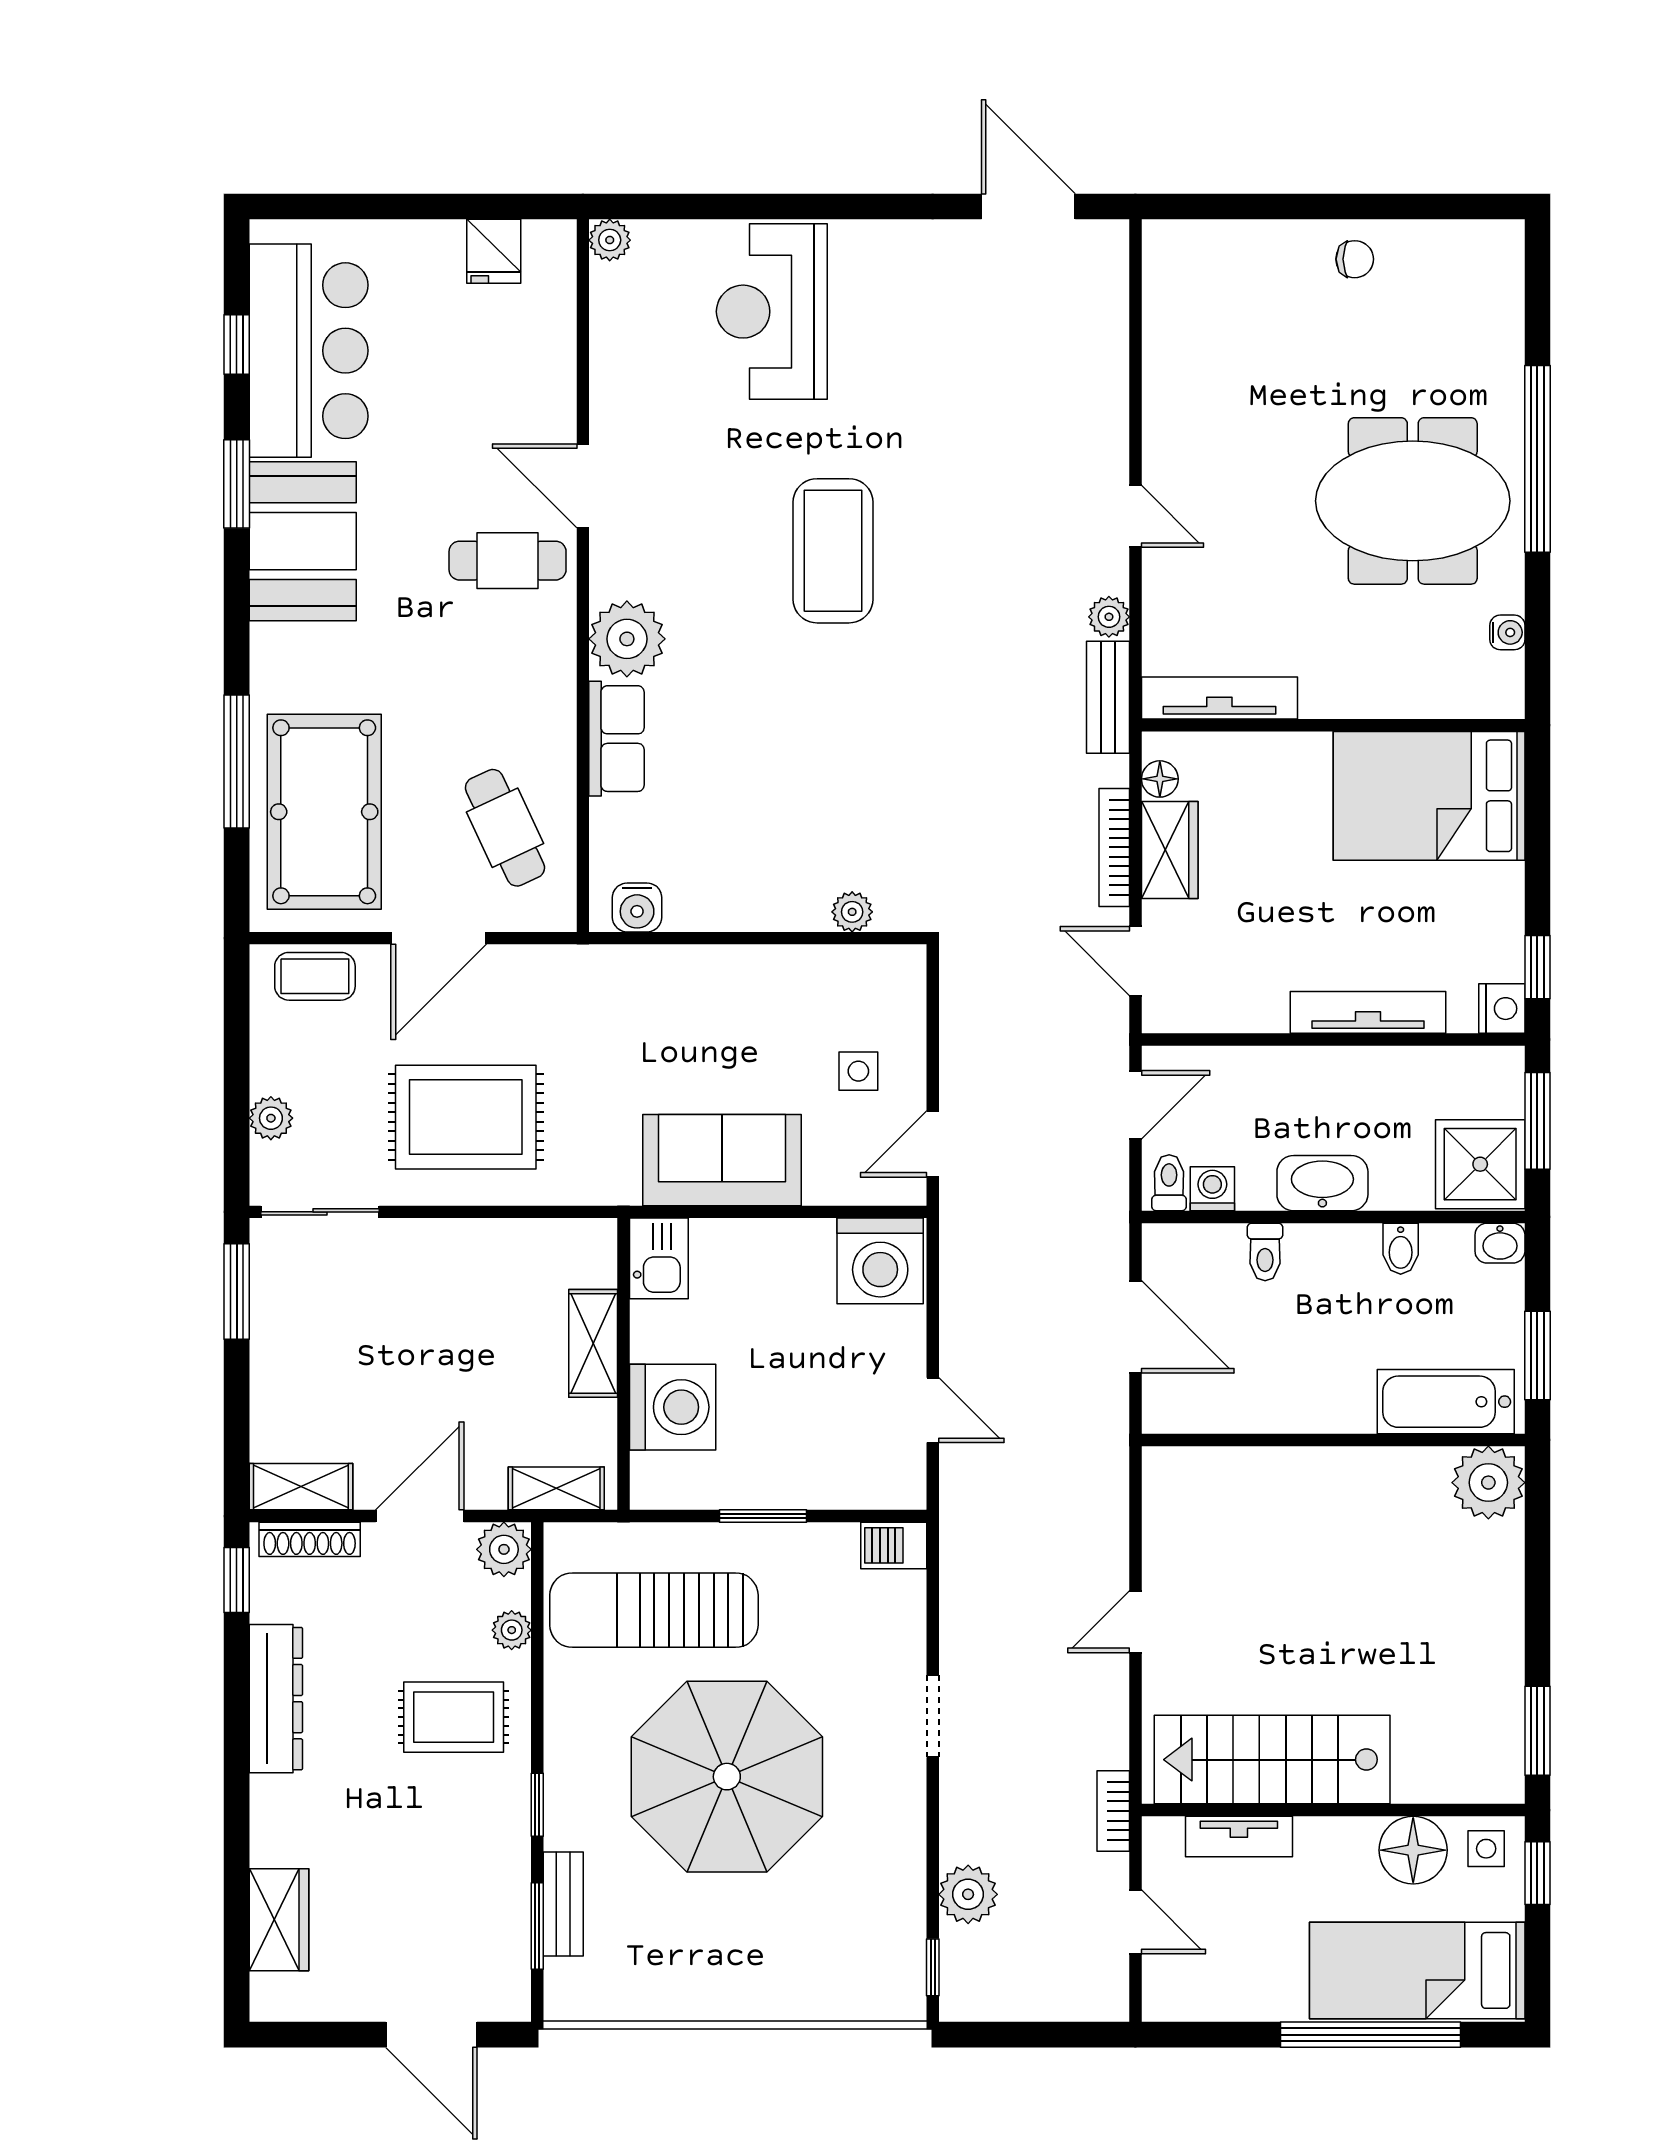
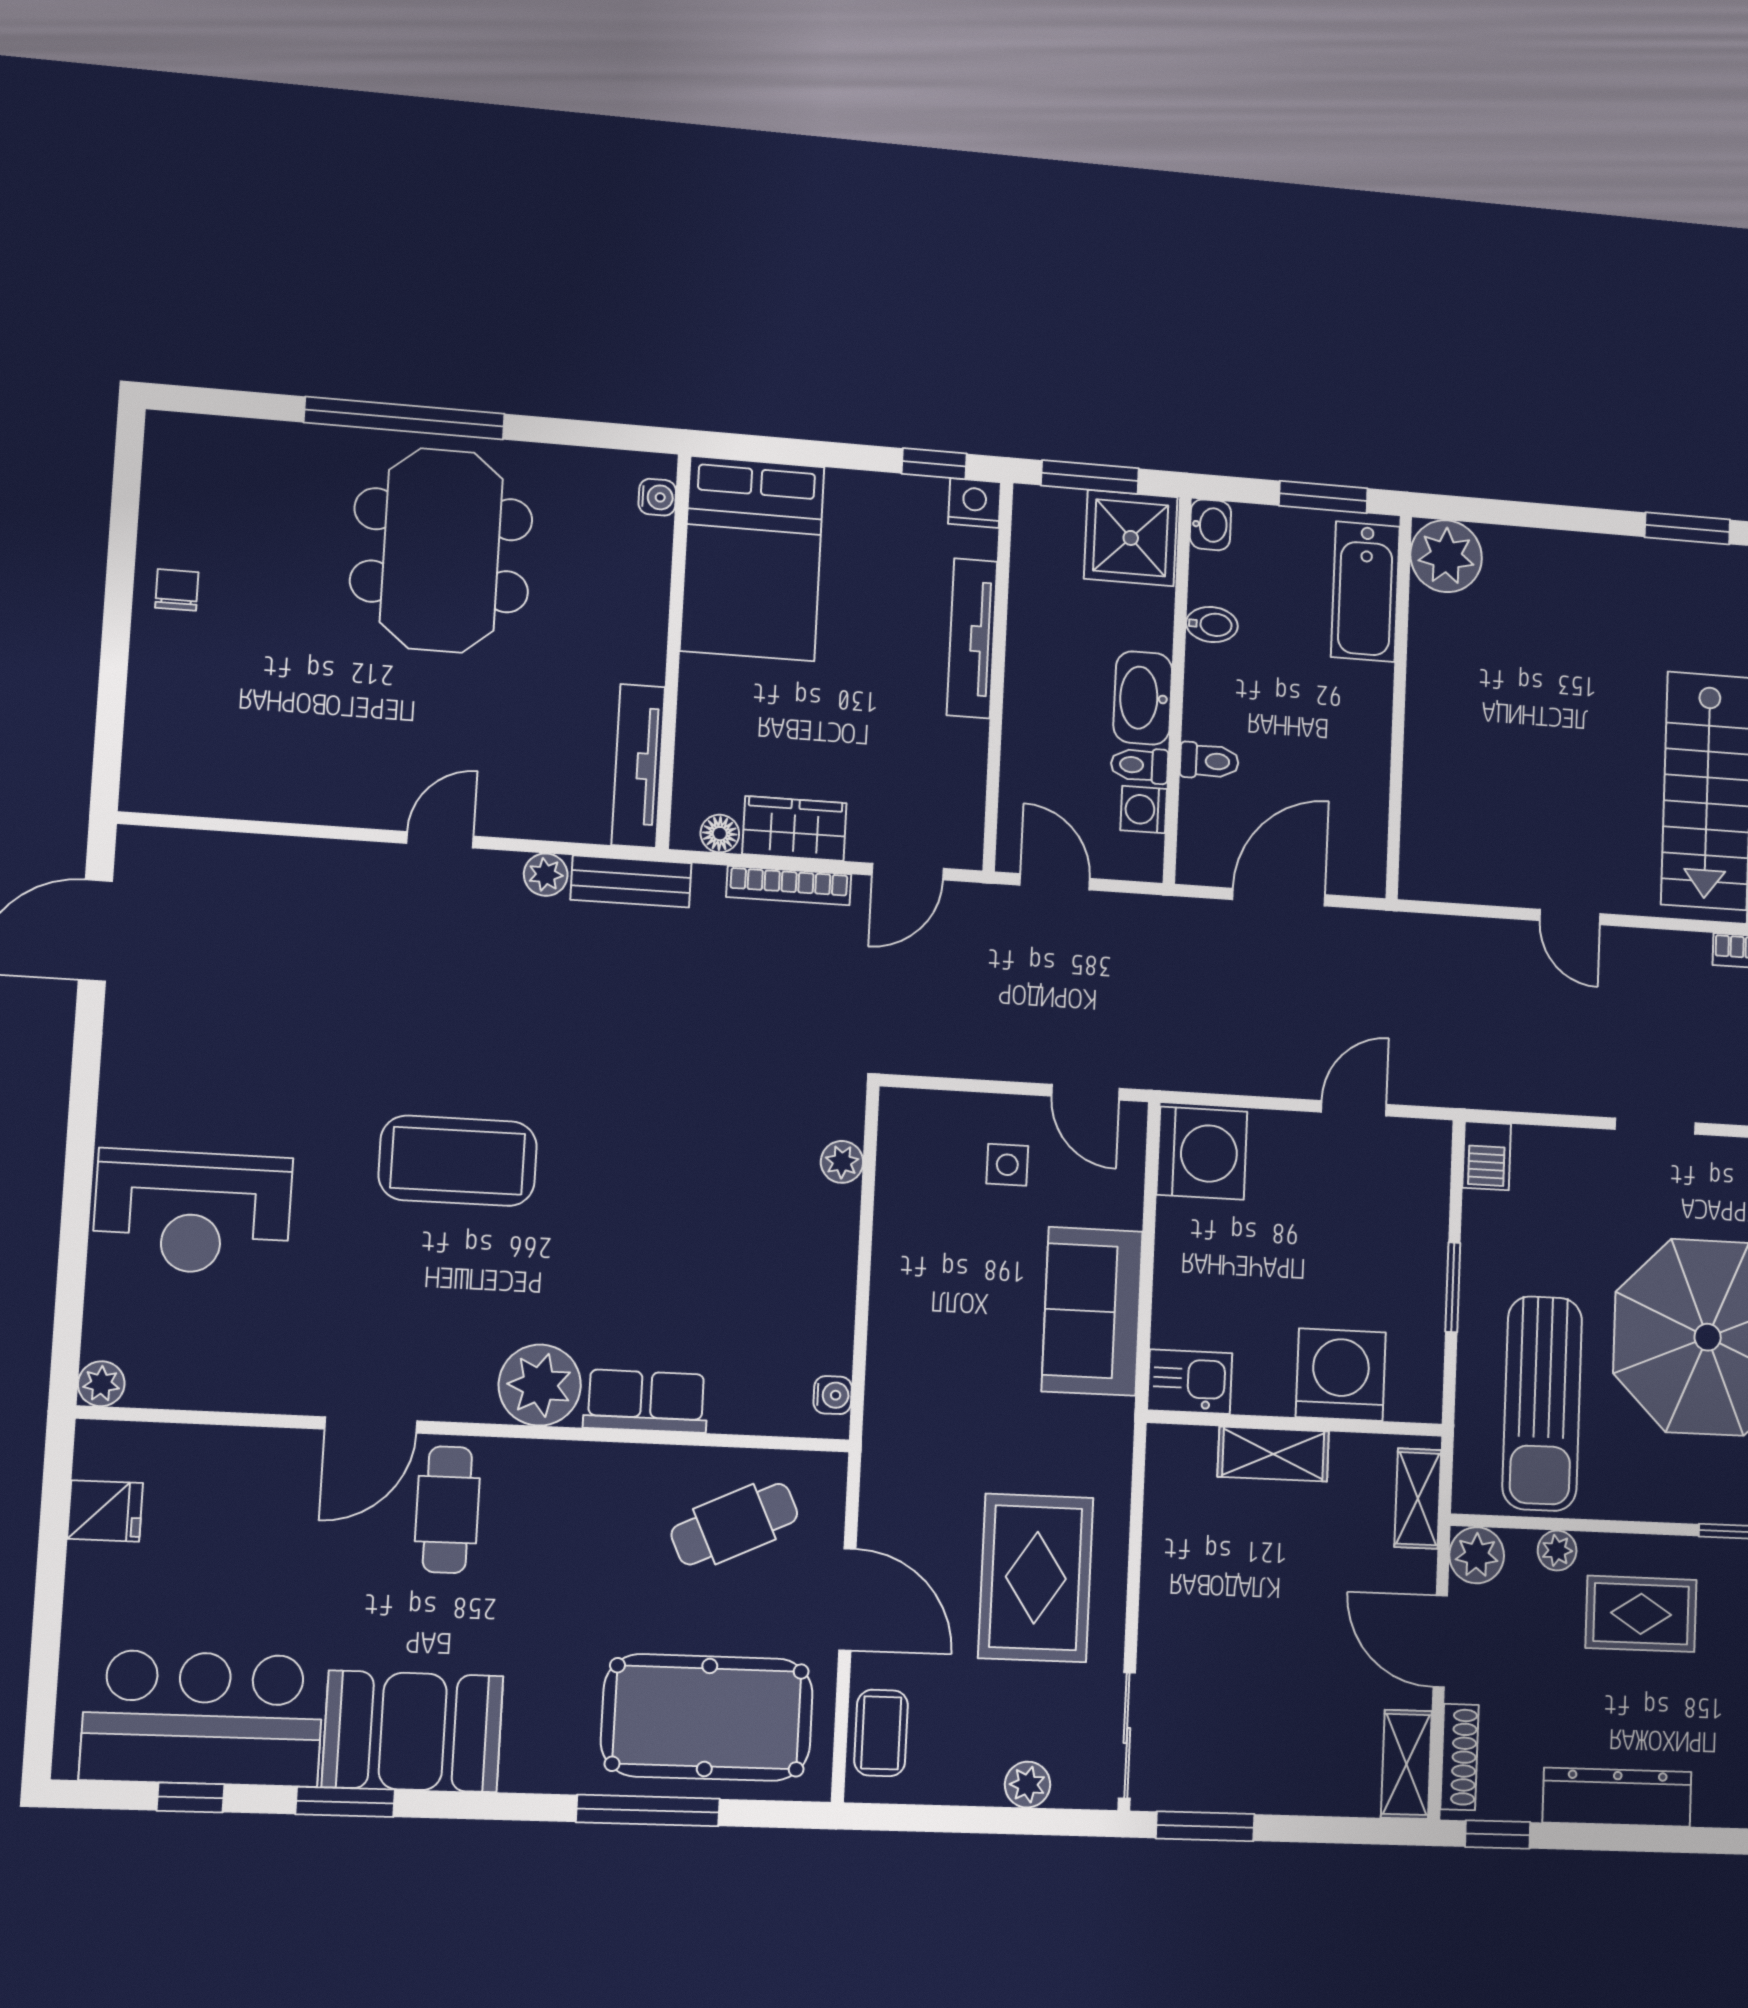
water cooler: (1507, 632) -> (657, 497), moved, turned 90
water cooler: (637, 907) -> (833, 1395), width x0.72, depth x0.72
toilet: (1169, 1183) -> (1139, 765), moved
rug: (454, 1717) -> (1641, 1614), turned 90

